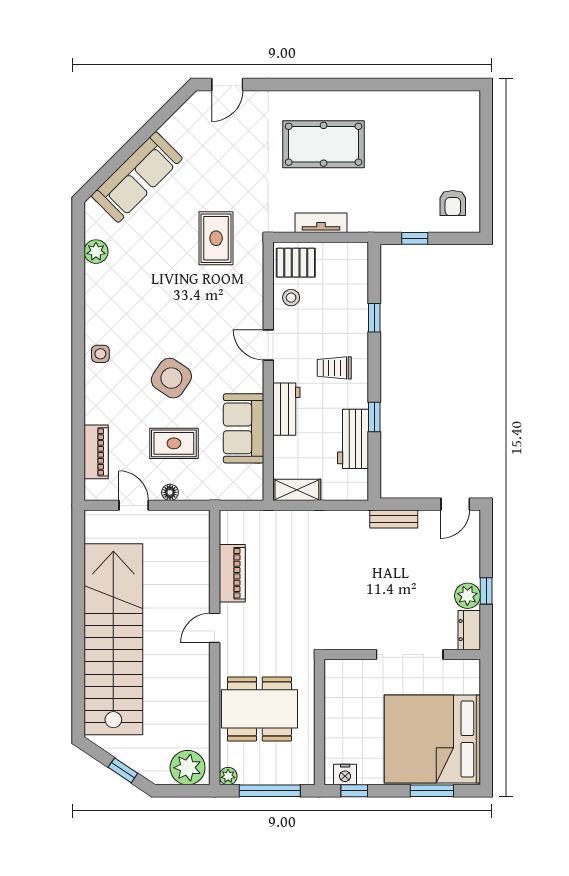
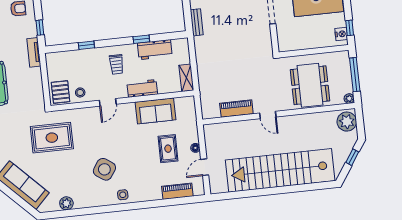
tv unit: (321, 223) -> (34, 52), moved
rug: (216, 238) -> (52, 138), width x1.36, depth x1.43
side table: (171, 378) -> (104, 169), moved

